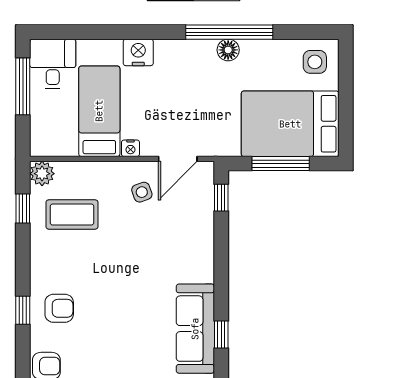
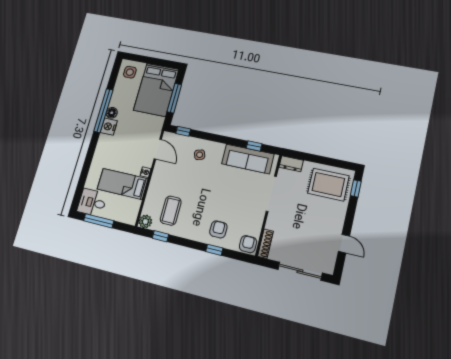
nightstand: (138, 52) -> (109, 127), moved
side table: (142, 192) -> (200, 155), moved

